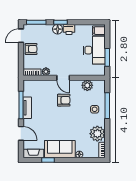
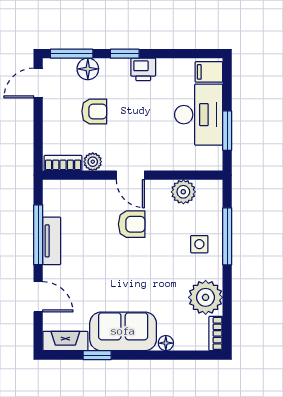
floor lamp: (58, 29) -> (88, 69), moved
armchair: (31, 49) -> (94, 111), moved

